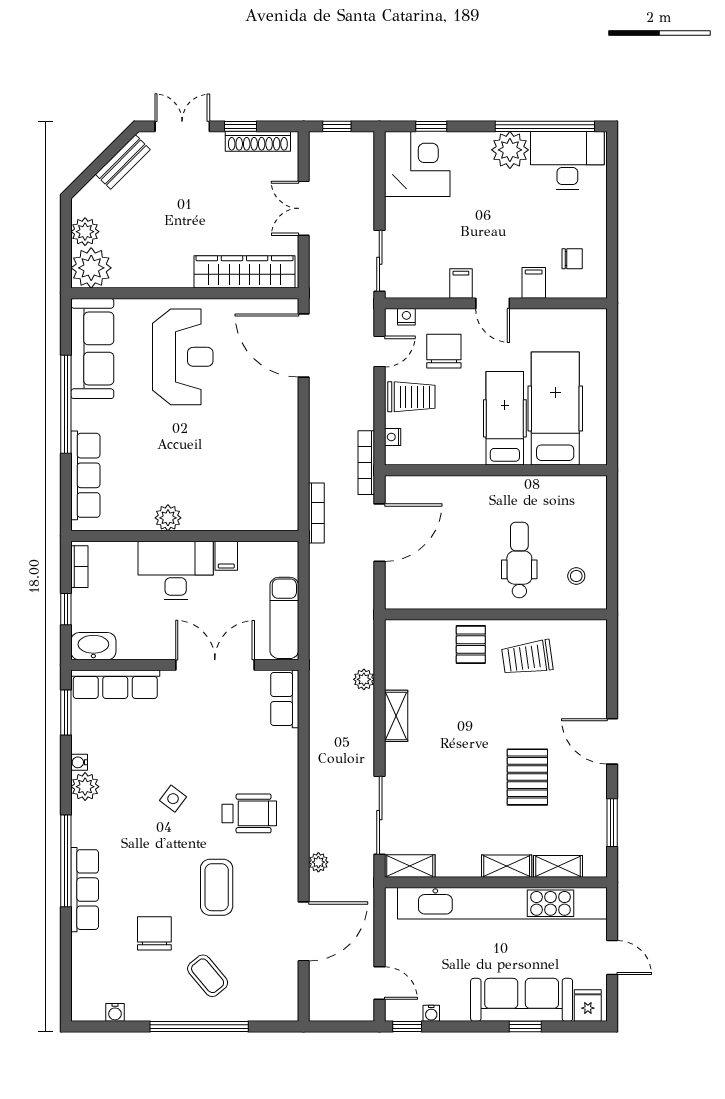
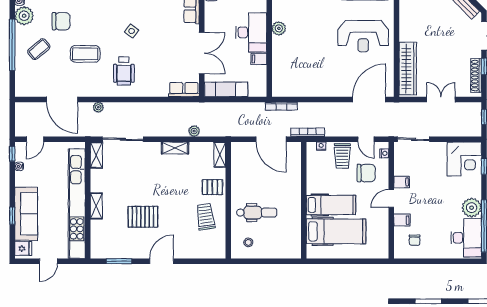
shelving: (558, 866) -> (220, 155), moved
plant: (144, 1004) -> (24, 16), added

